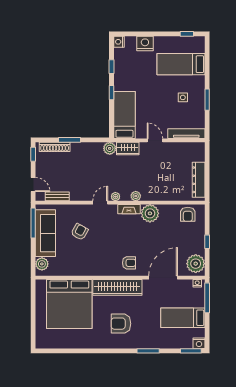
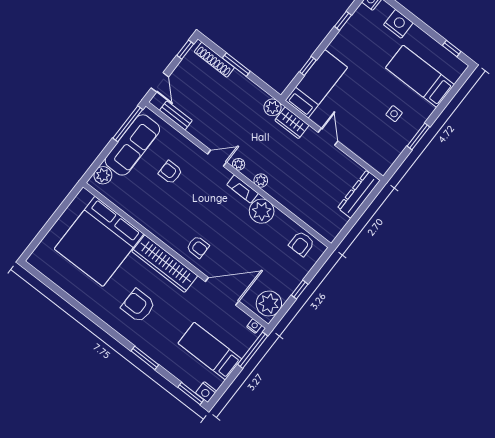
window: (111, 93) -> (308, 66), moved
tv unit: (186, 134) -> (367, 156), removed
dresser: (199, 180) -> (359, 194), moved
armchair: (80, 232) -> (170, 172), turned -119

